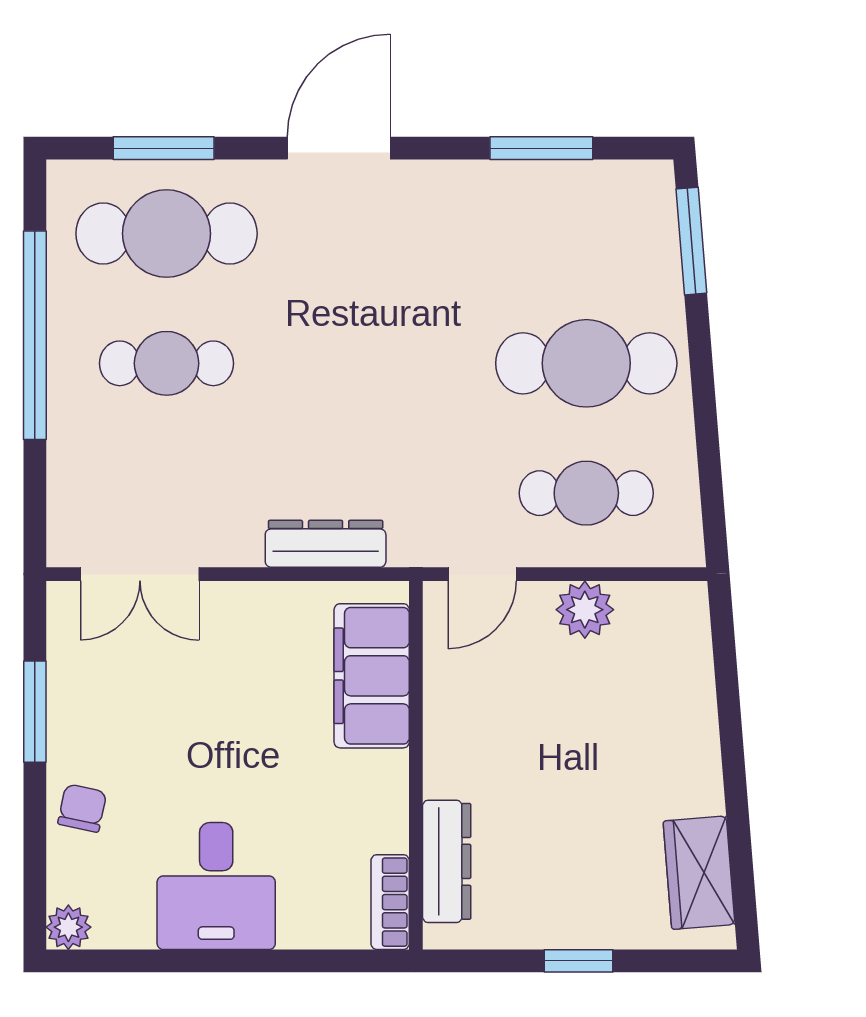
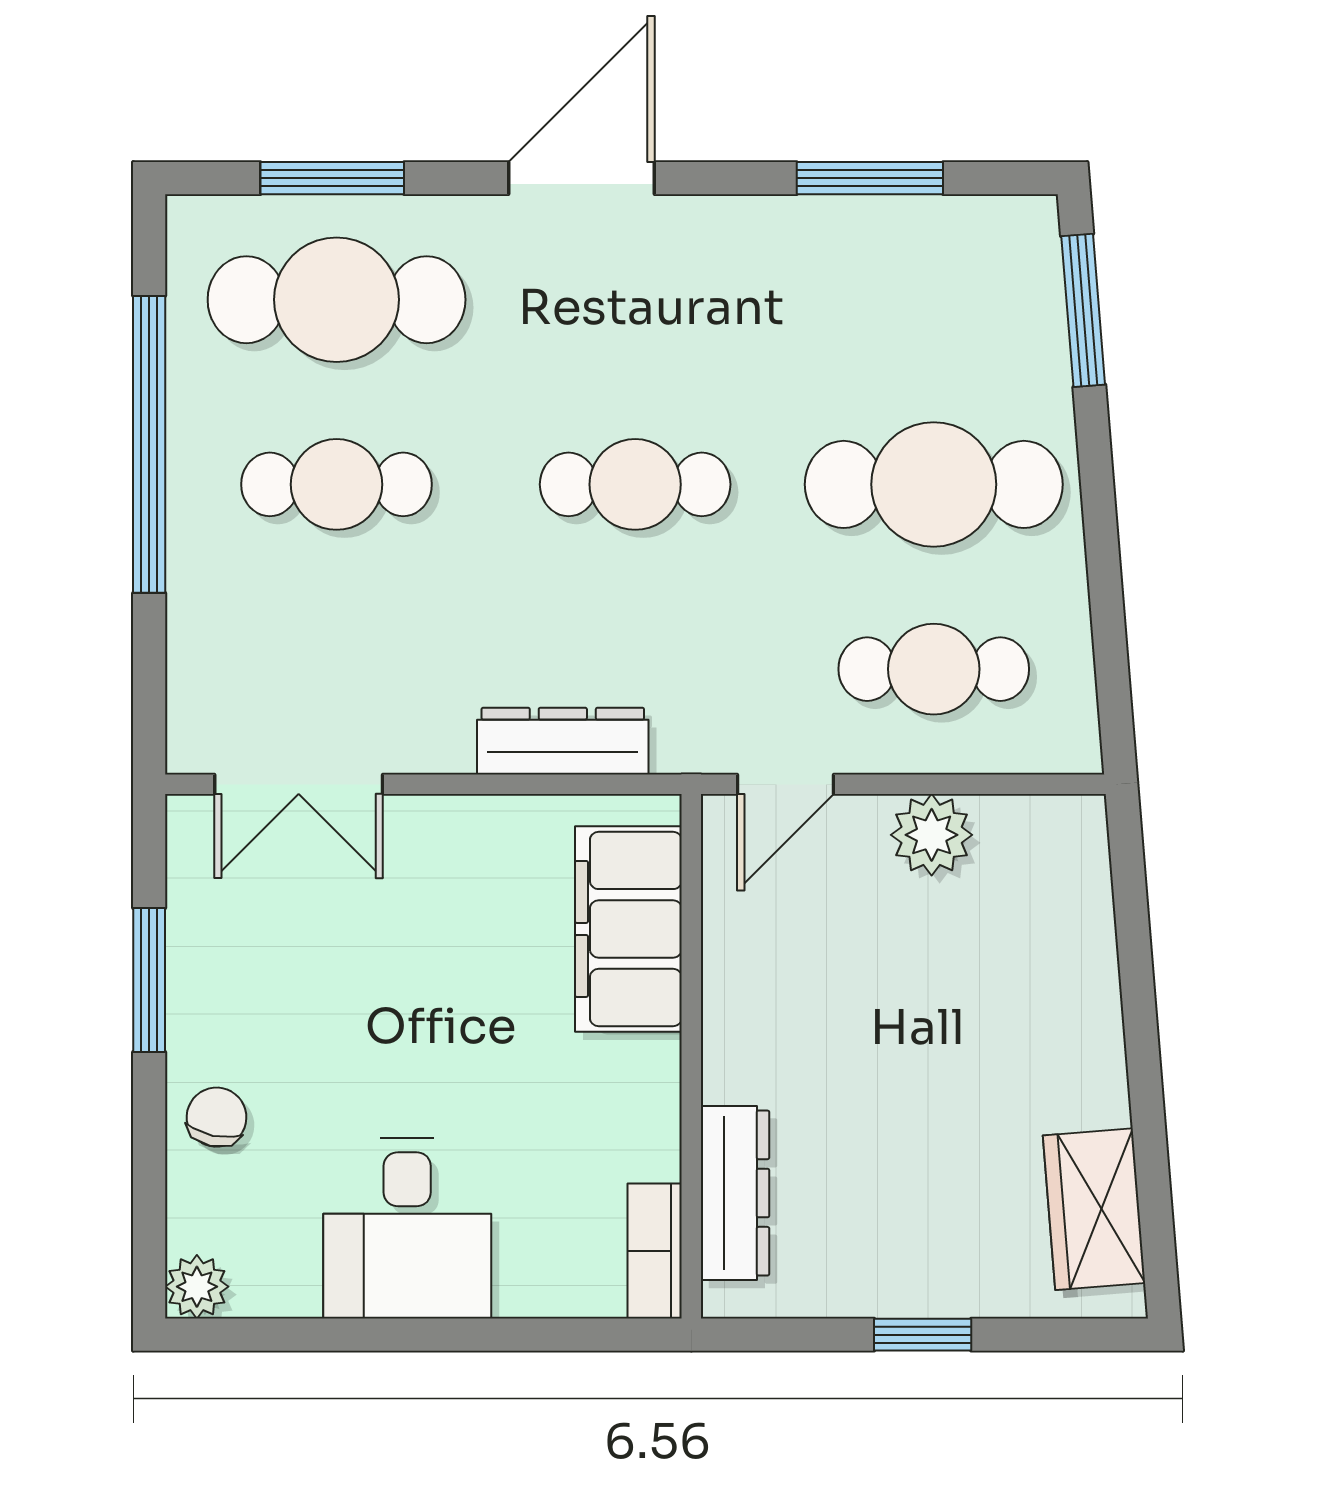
cafe table: (376, 363) -> (635, 484), added

